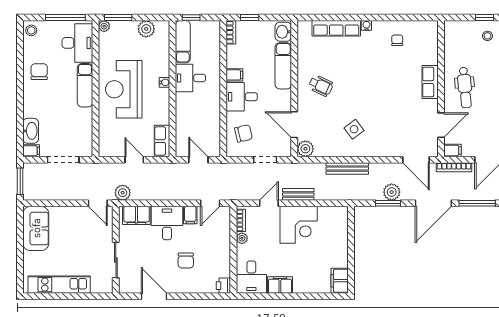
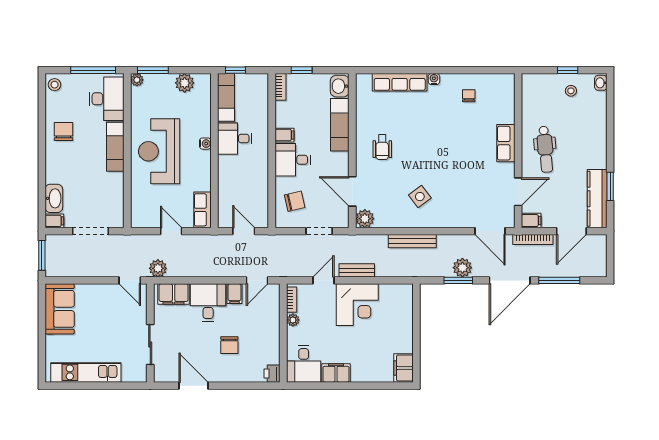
wheelchair: (321, 86) -> (382, 147), turned 65

